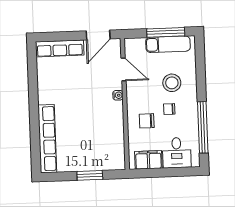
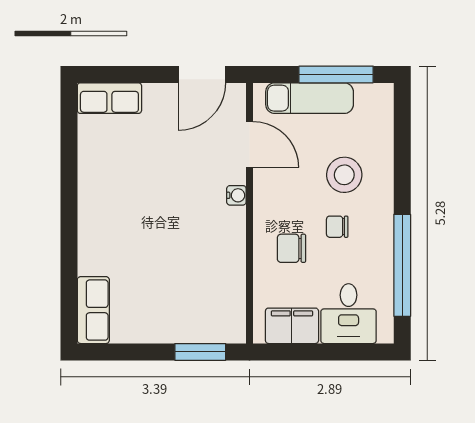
exam couch: (168, 44) -> (310, 98), moved
row of seats: (60, 48) -> (109, 98), width x0.68
row of seats: (47, 139) -> (93, 310), width x0.50
window: (90, 175) -> (200, 352), moved

